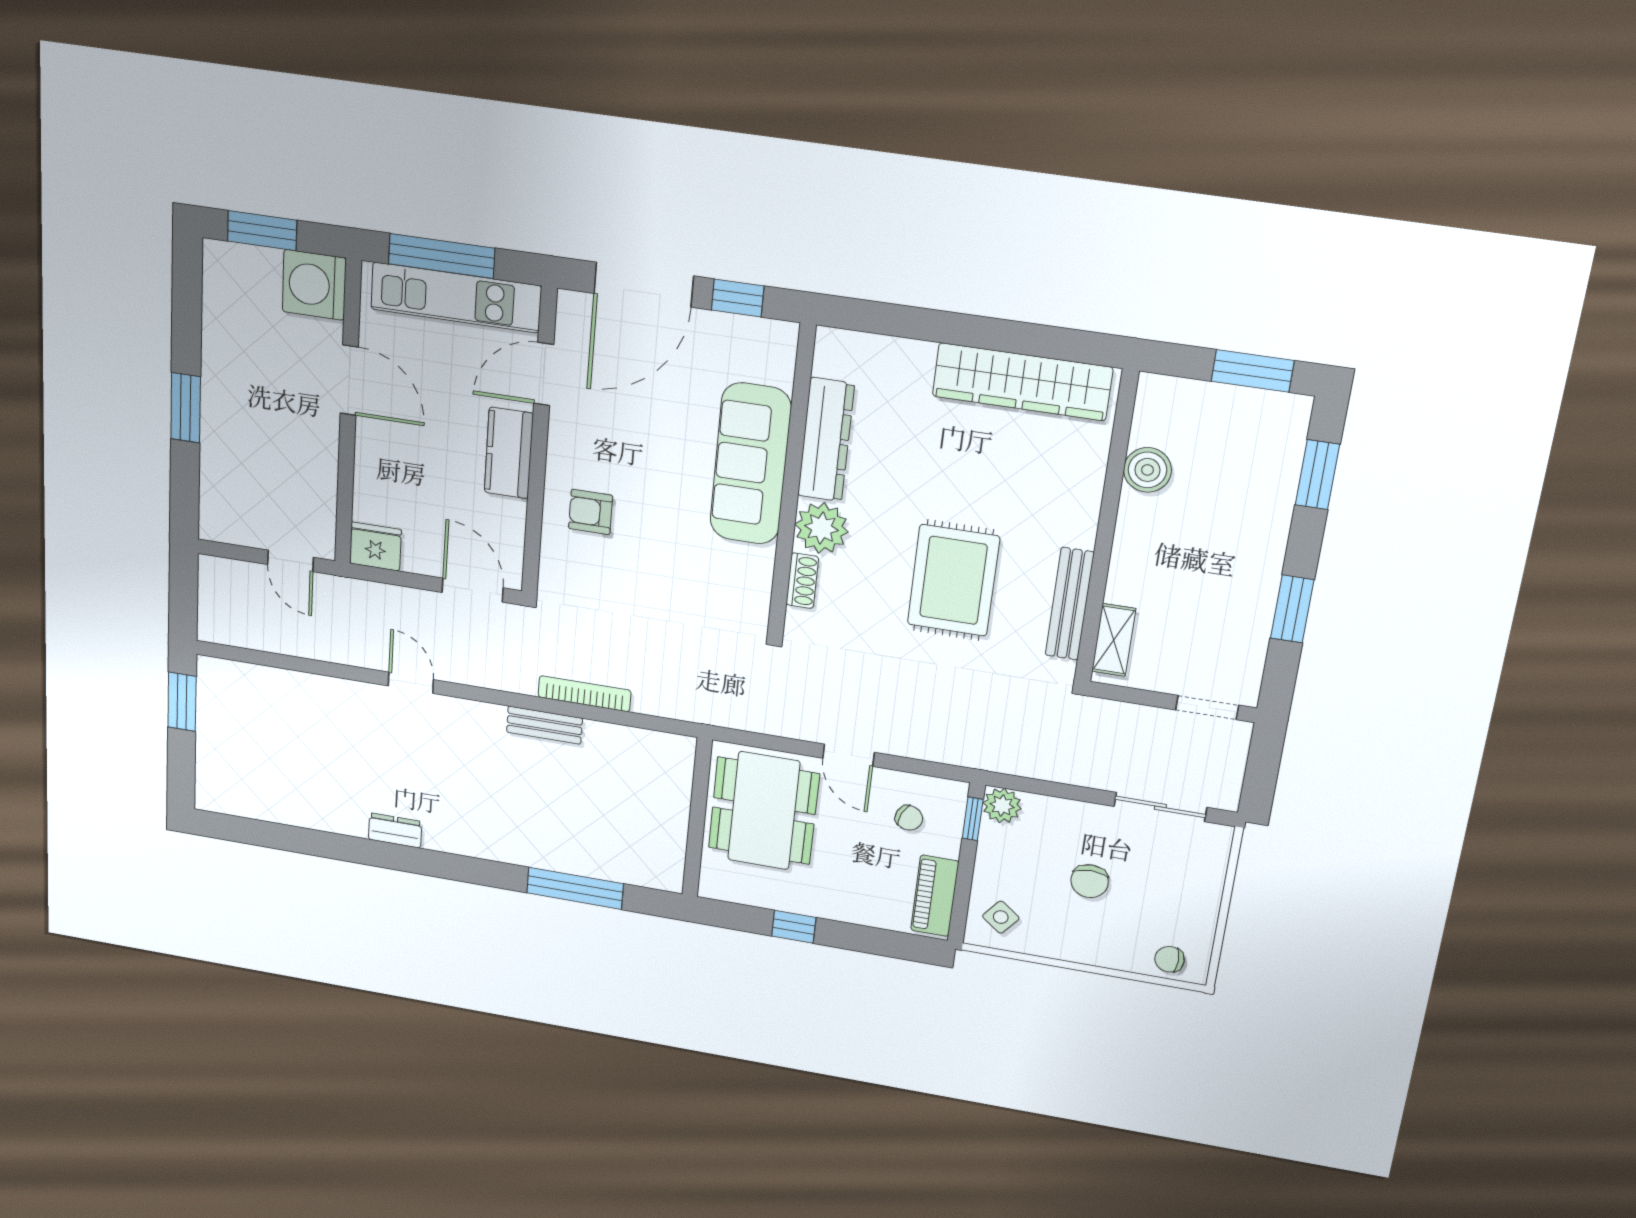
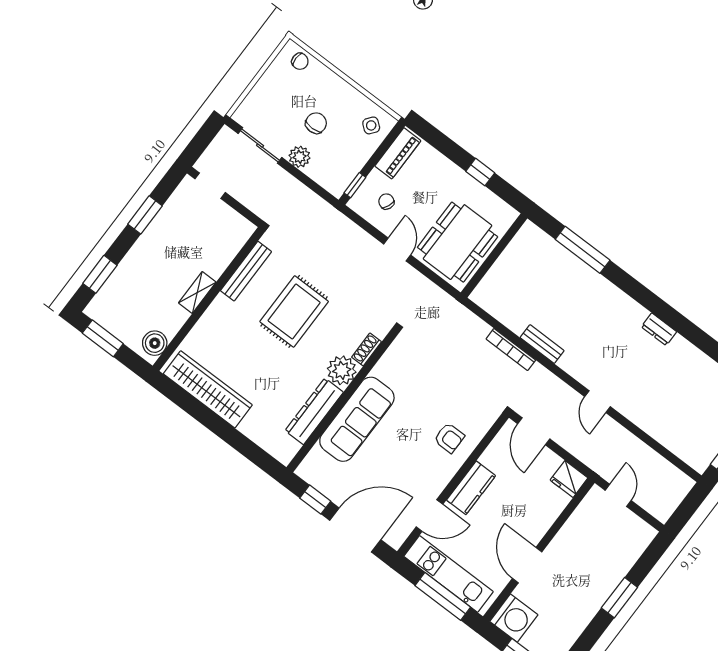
boiler: (1147, 470) -> (155, 343), moved
shelving: (1114, 640) -> (197, 292), moved
plant: (1002, 806) -> (300, 157), moved

